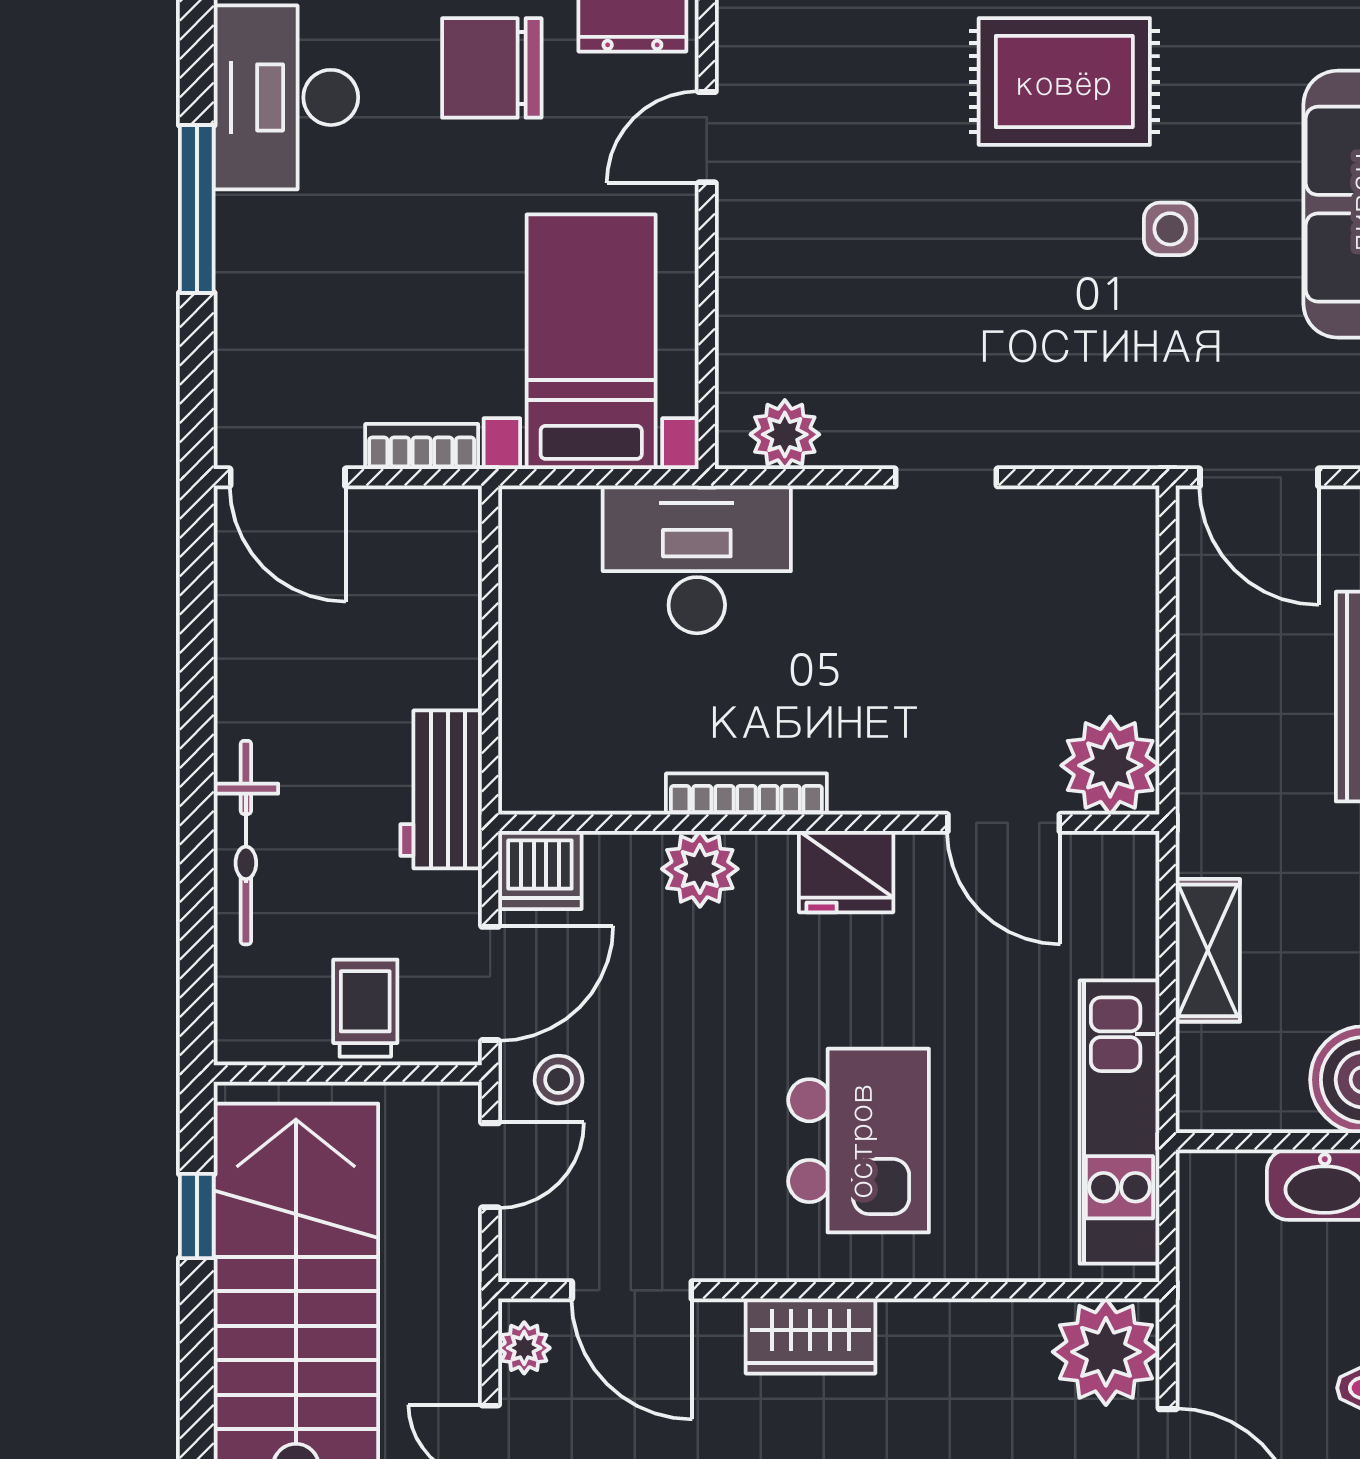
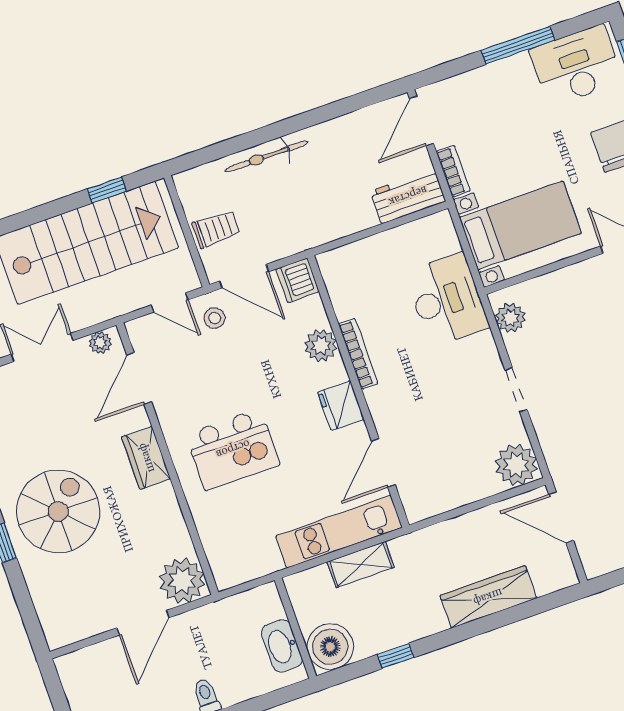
door: (1259, 477) -> (561, 517), hinge flipped
plant: (1110, 765) -> (516, 465), moved
workbench: (441, 789) -> (408, 196), moved
kitchen unit: (1120, 1122) -> (339, 532), moved

